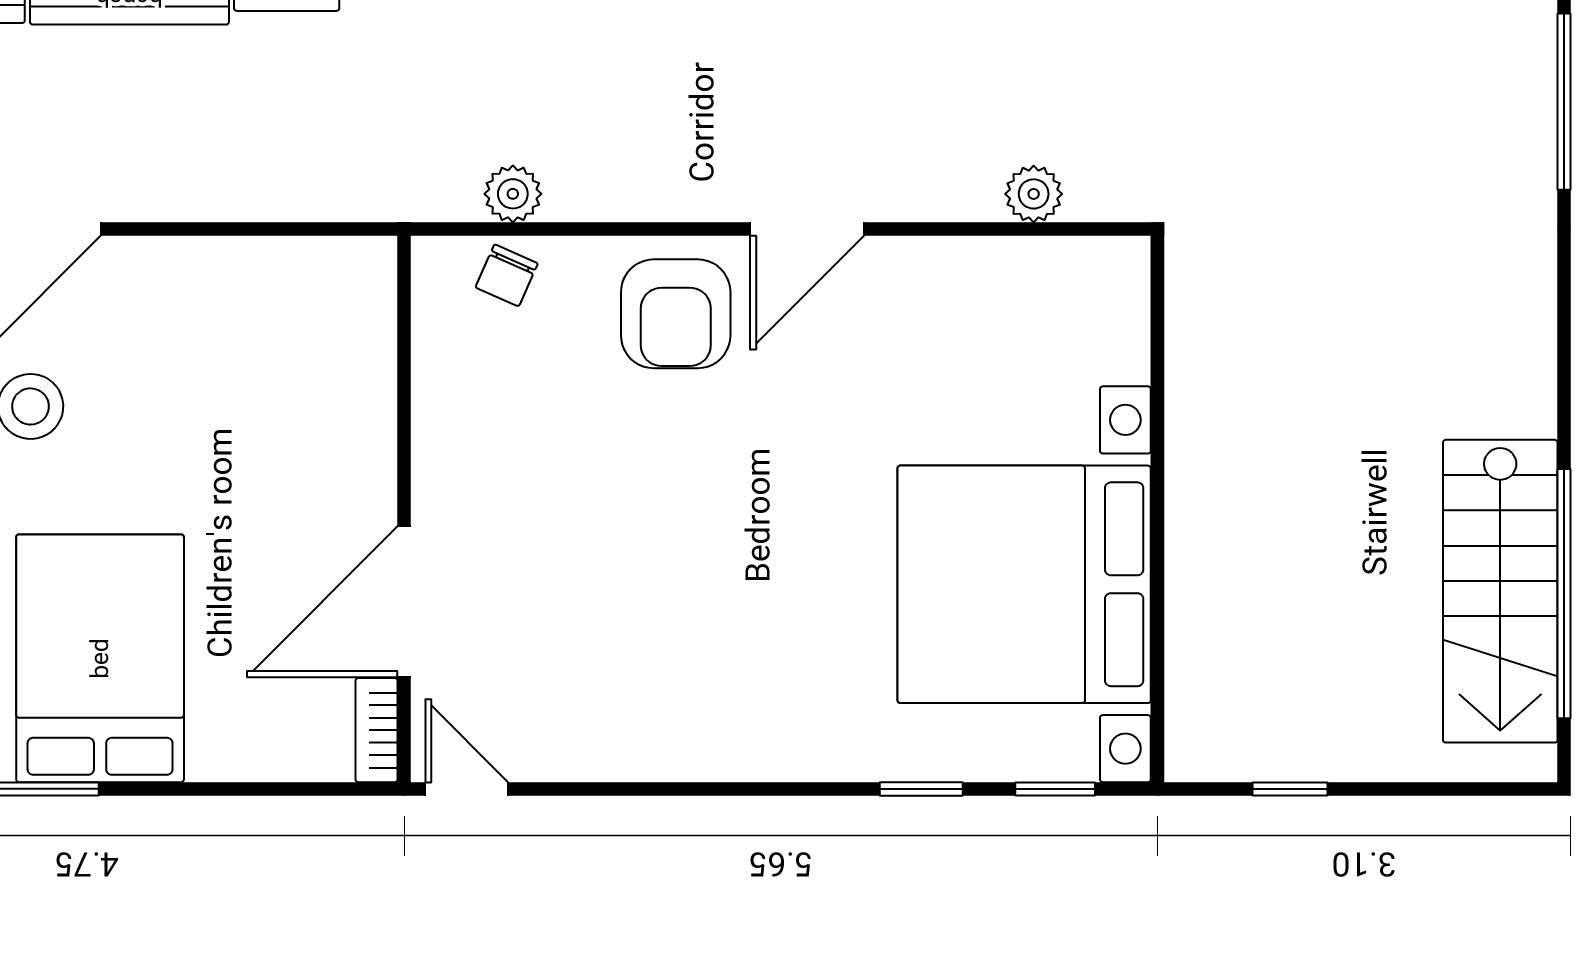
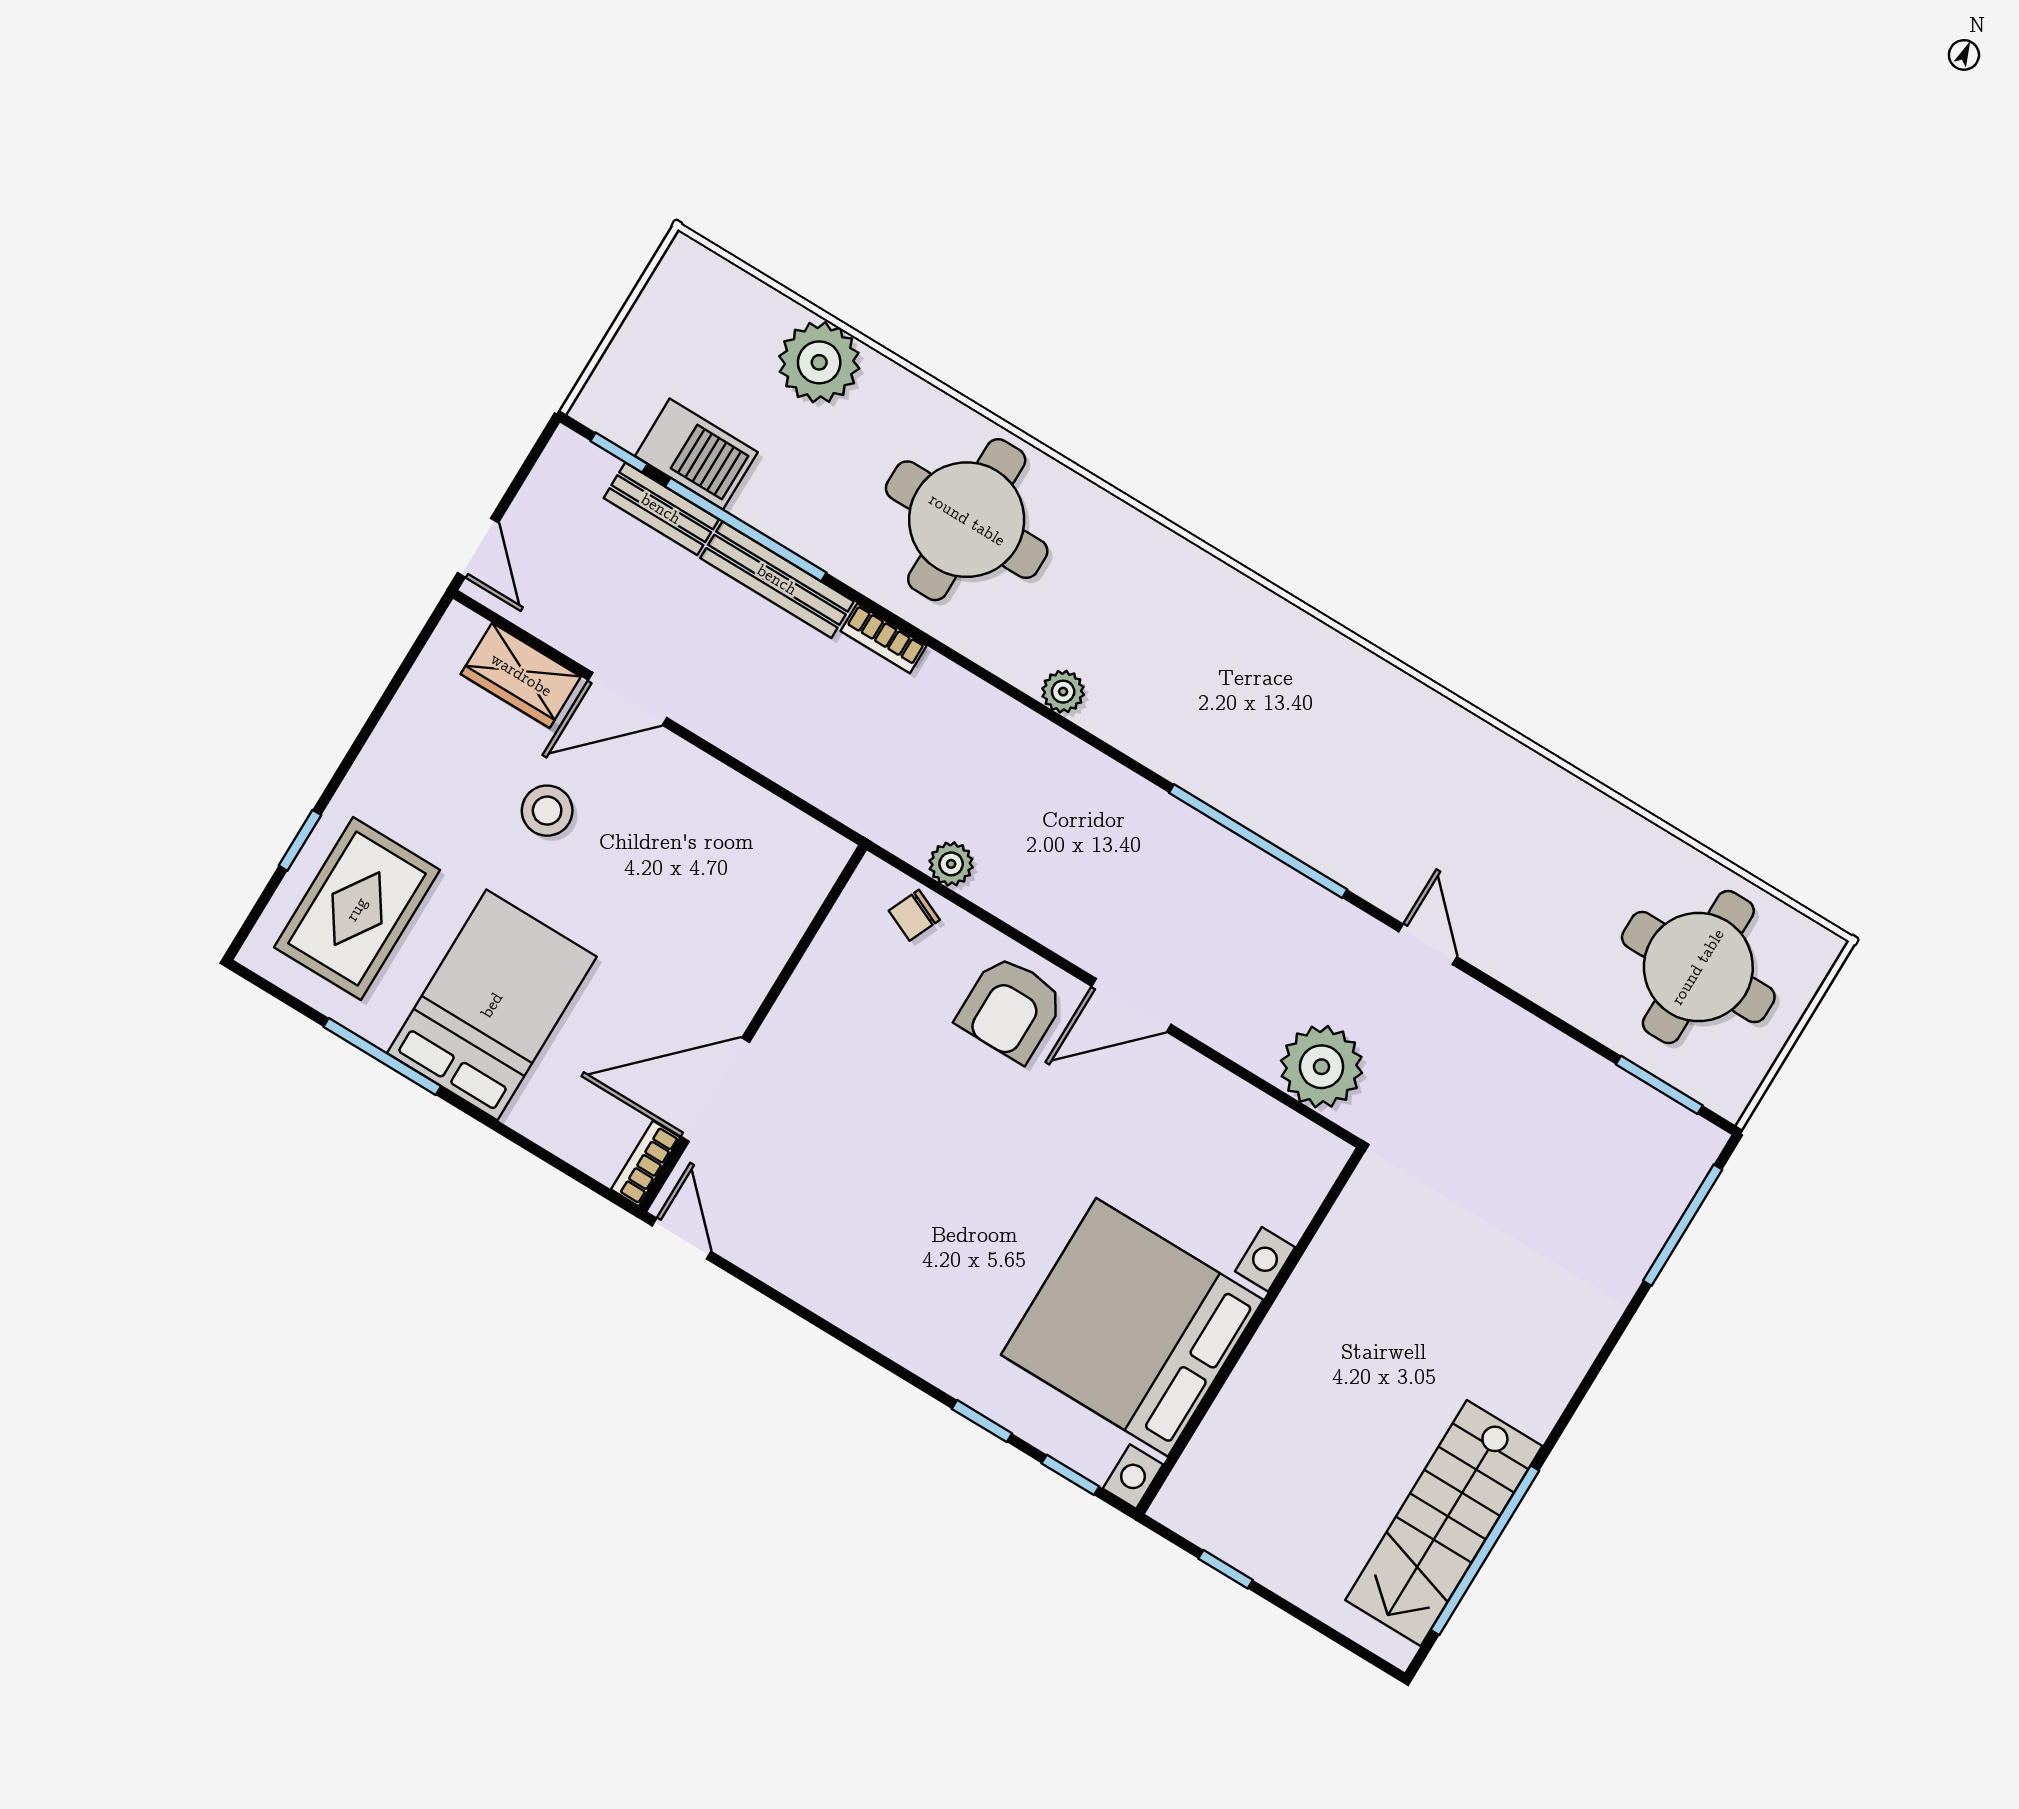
plant: (1034, 194) -> (1322, 1067), width x1.88, depth x1.88

